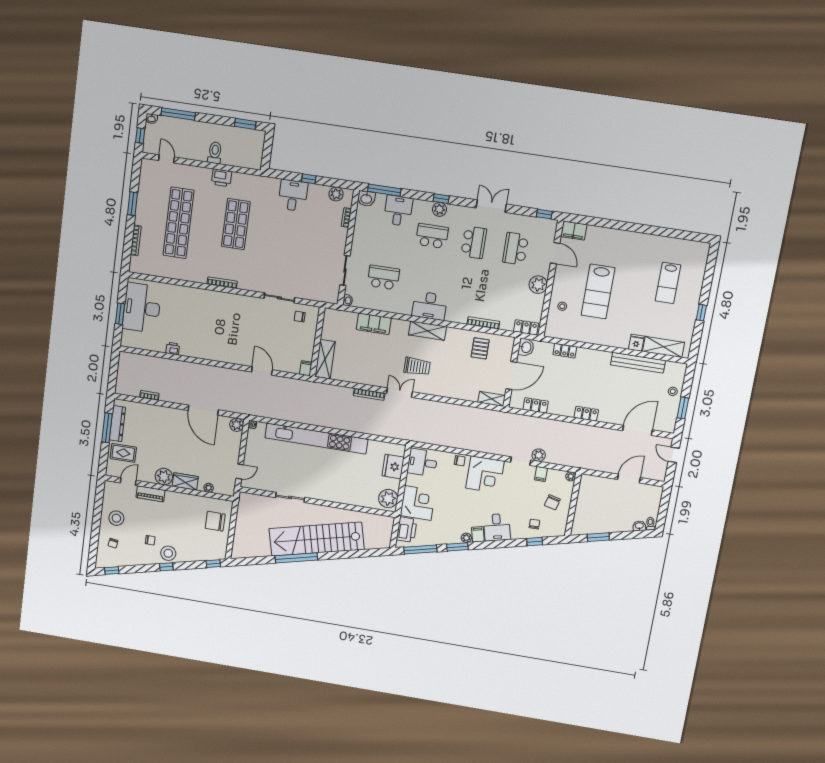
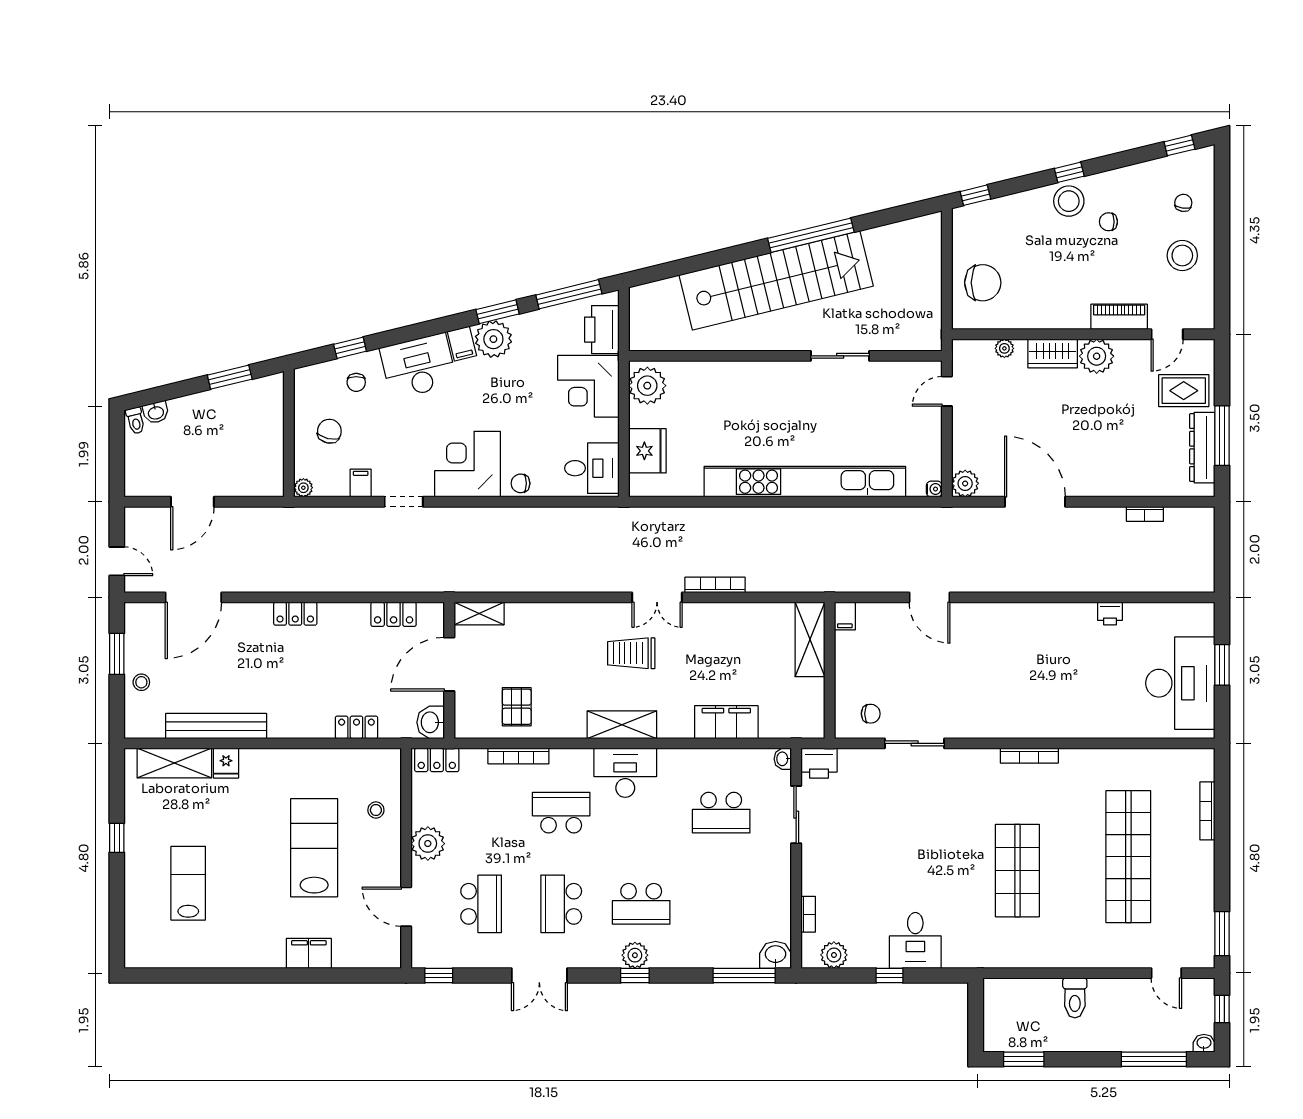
printer: (222, 178) -> (819, 763), moved, turned 180
window: (132, 204) -> (1222, 934), moved
desk: (398, 211) -> (712, 941), removed
filing cabinet: (574, 231) -> (309, 953), moved
school desk: (466, 290) -> (561, 813), added
plant: (539, 455) -> (371, 519), removed
desk: (497, 527) -> (418, 366), width x1.37
plant: (466, 538) -> (493, 339), width x1.87, depth x1.87

